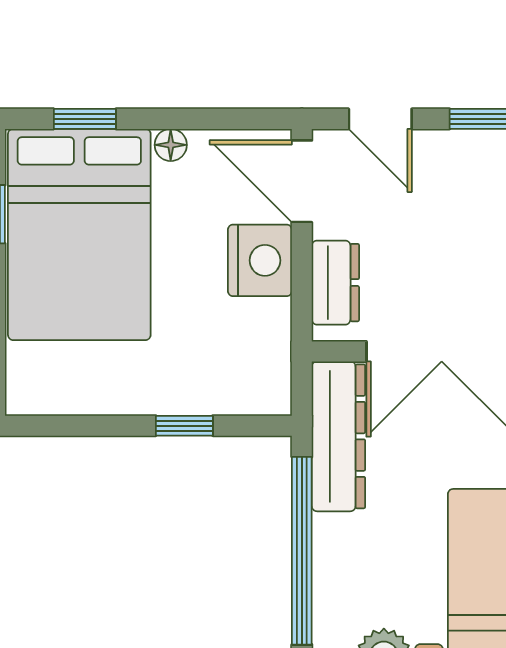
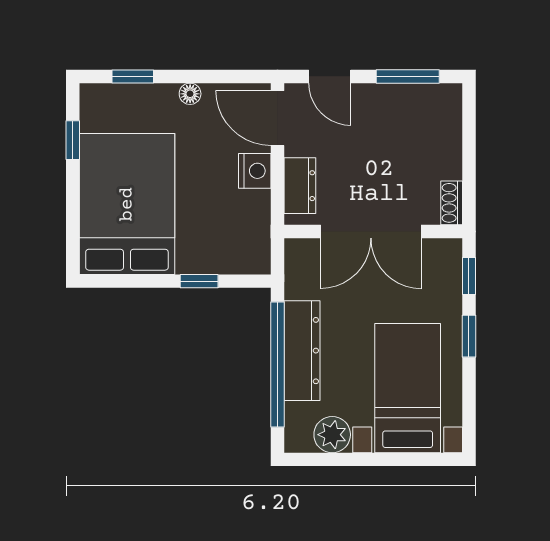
bed: (79, 234) -> (127, 204), moved, turned 180
nightstand: (260, 260) -> (255, 171), width x0.74, depth x0.75
dresser: (338, 436) -> (302, 351), moved

